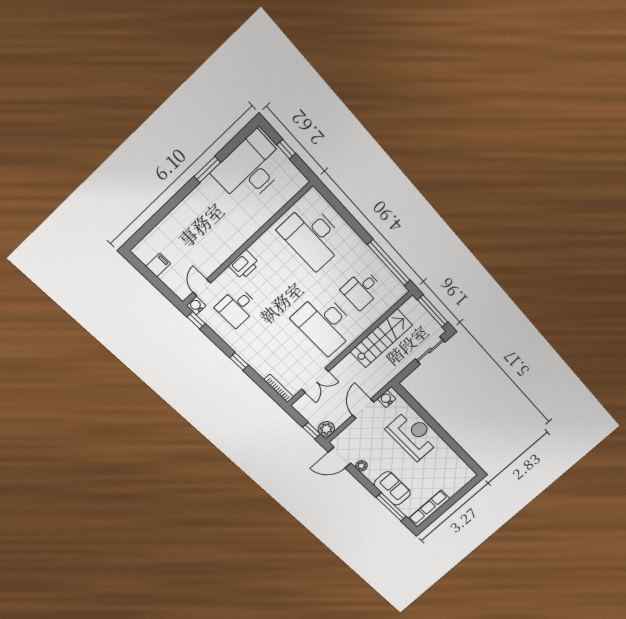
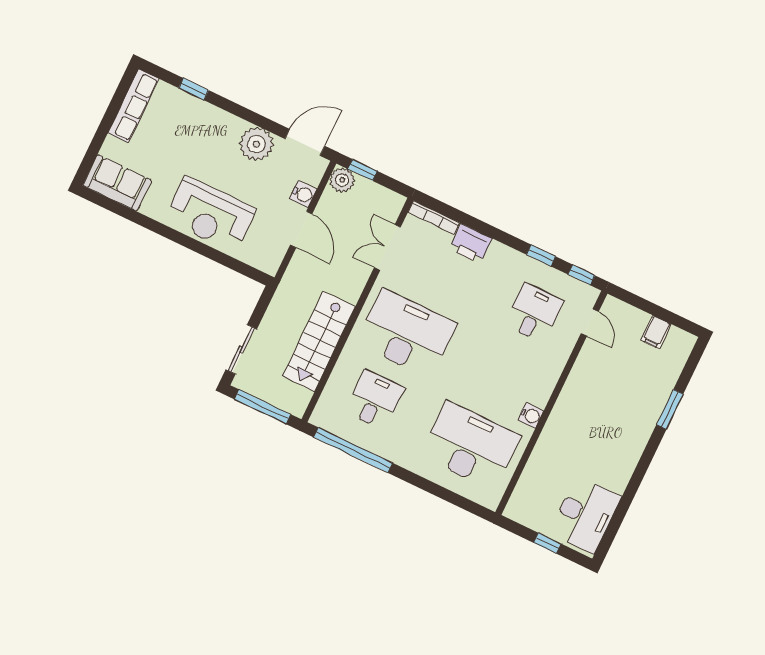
window: (207, 169) -> (670, 409), moved
desk: (250, 169) -> (585, 515), width x0.73, depth x0.77
printer: (244, 265) -> (471, 244), moved, turned -90
water cooler: (196, 306) -> (531, 415), moved
window: (239, 361) -> (541, 256), moved
water cooler: (387, 399) -> (303, 194), moved
plant: (361, 466) -> (256, 144), width x1.87, depth x1.87
sofa: (392, 488) -> (117, 183), moved, turned 180
window: (391, 507) -> (194, 89), width x0.46

